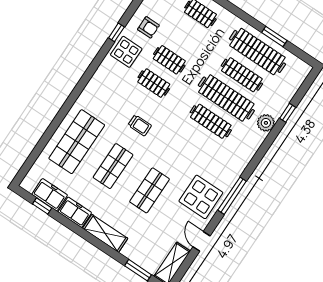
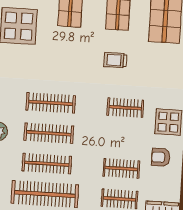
clothes rail: (169, 60) -> (121, 168), moved
clothes rail: (226, 98) -> (49, 133), width x0.73, depth x0.76

